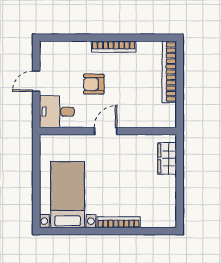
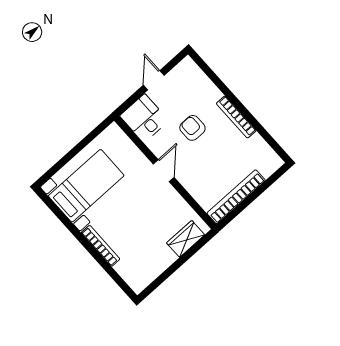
bookcase: (169, 72) -> (236, 197), moved
door: (36, 81) -> (154, 80), hinge flipped
door: (106, 131) -> (164, 171), hinge flipped

